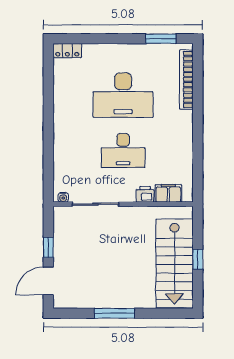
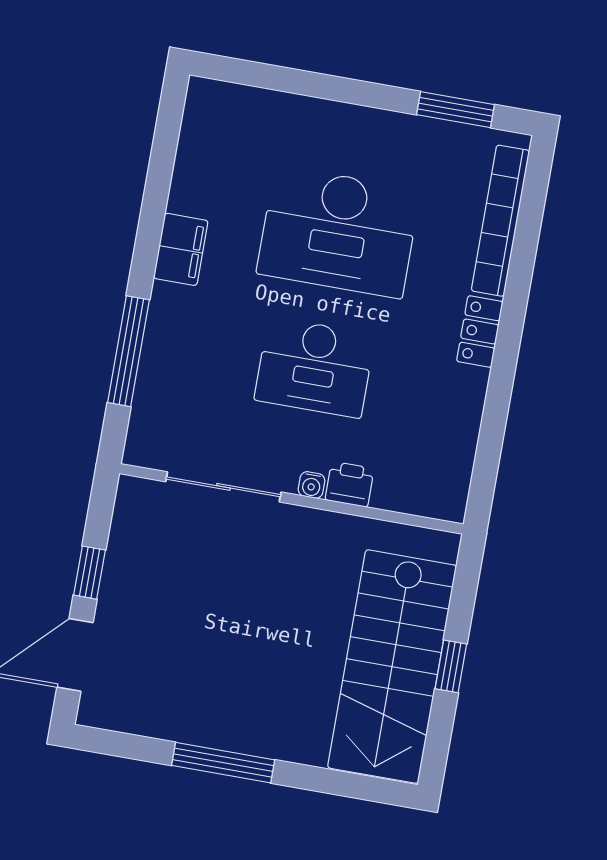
locker: (67, 51) -> (480, 332), moved, turned 90
window: (48, 157) -> (129, 351), added
filing cabinet: (168, 193) -> (181, 249), moved, turned 90
water cooler: (63, 197) -> (311, 485), moved

